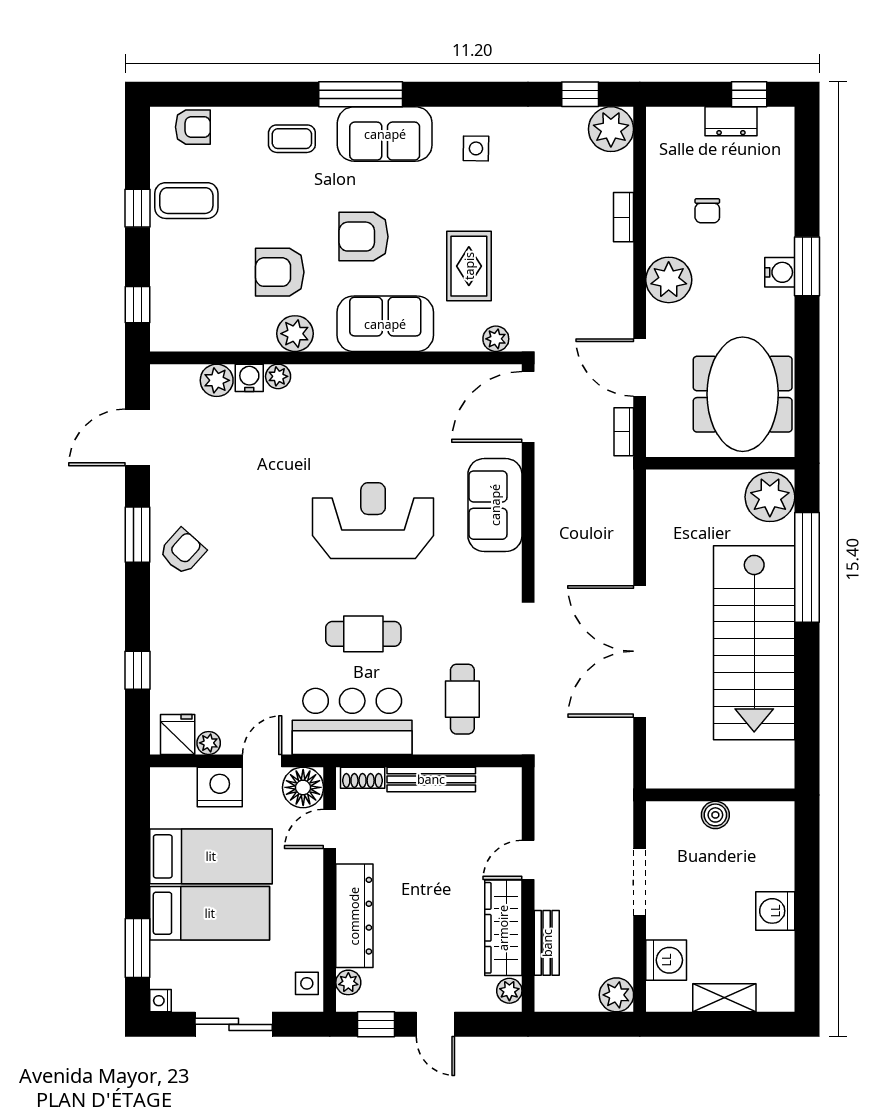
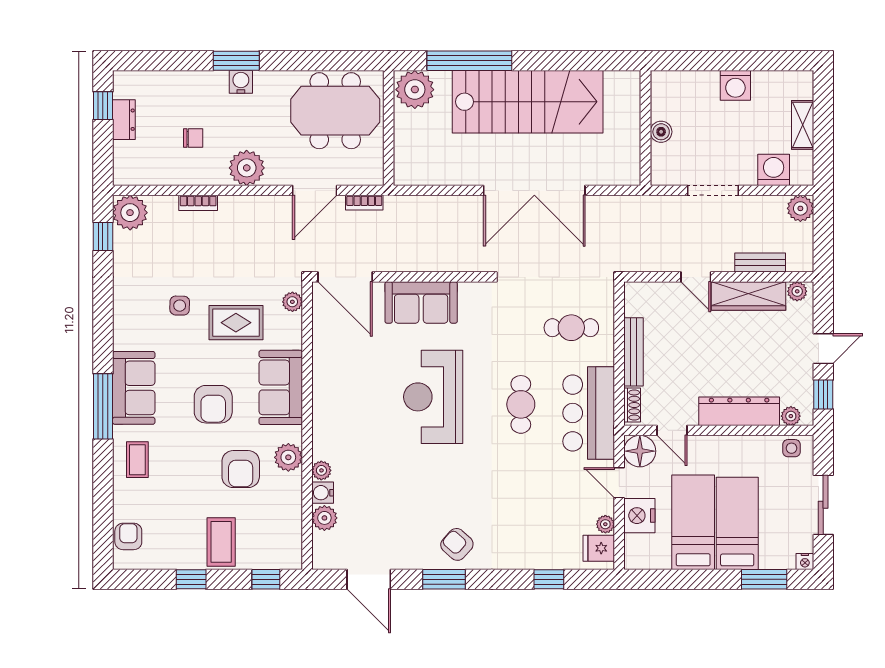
side table: (476, 148) -> (180, 306), moved
coffee table: (186, 201) -> (221, 542), moved

